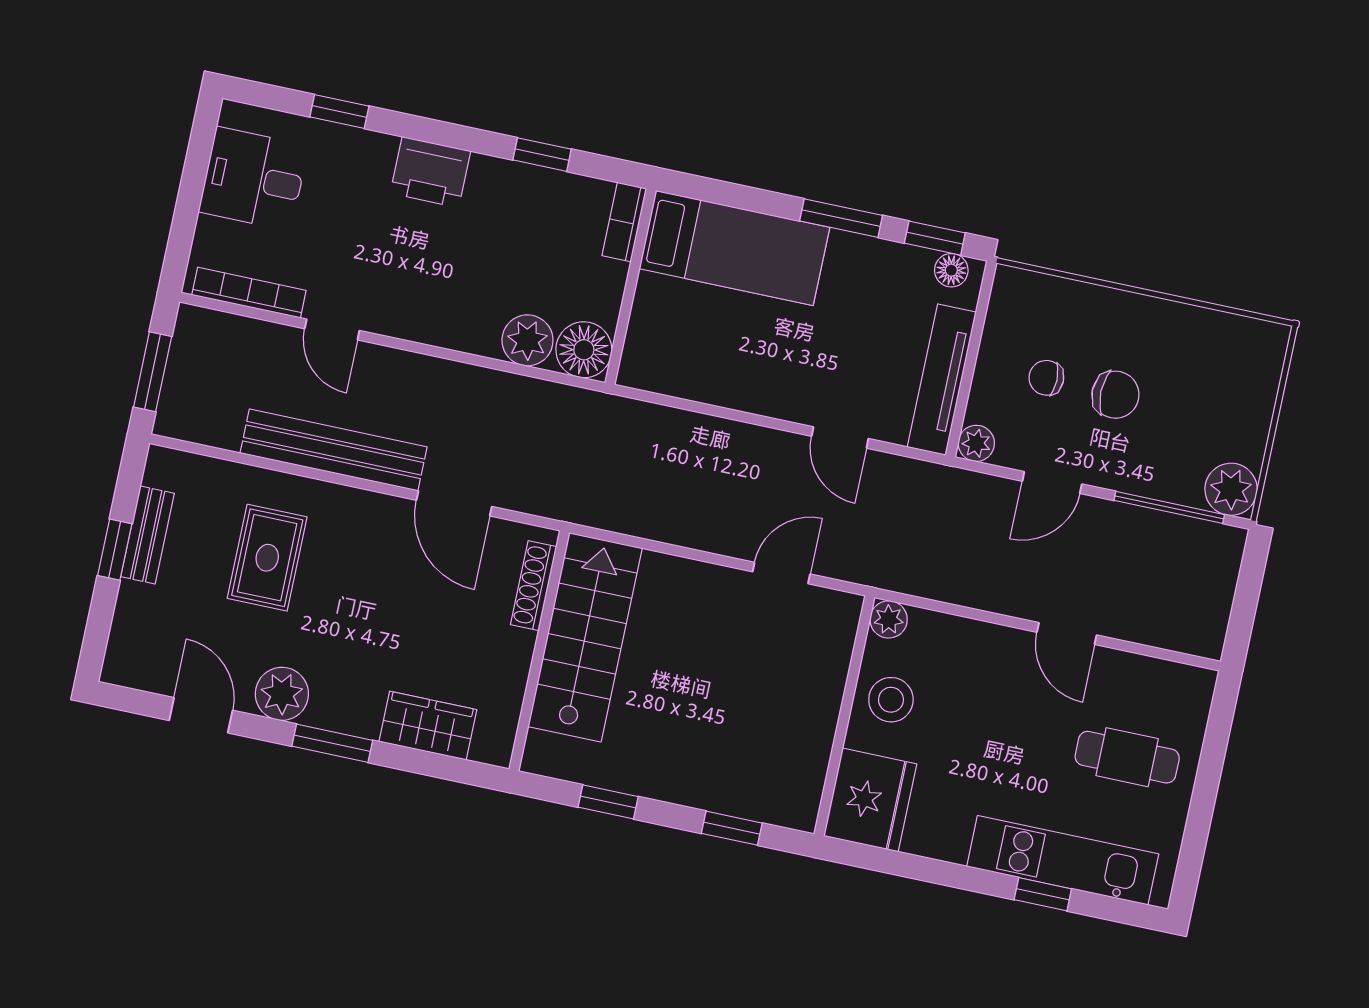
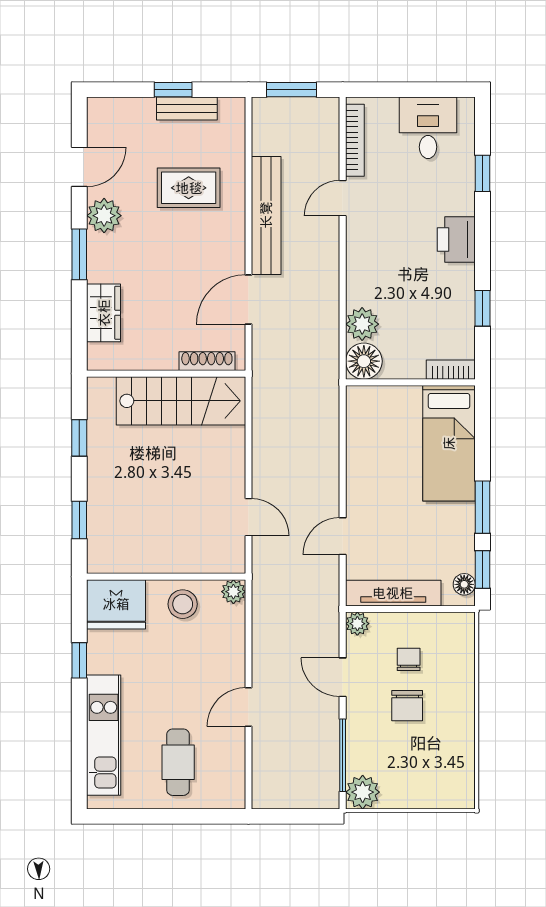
window: (1043, 894) -> (79, 660), moved

